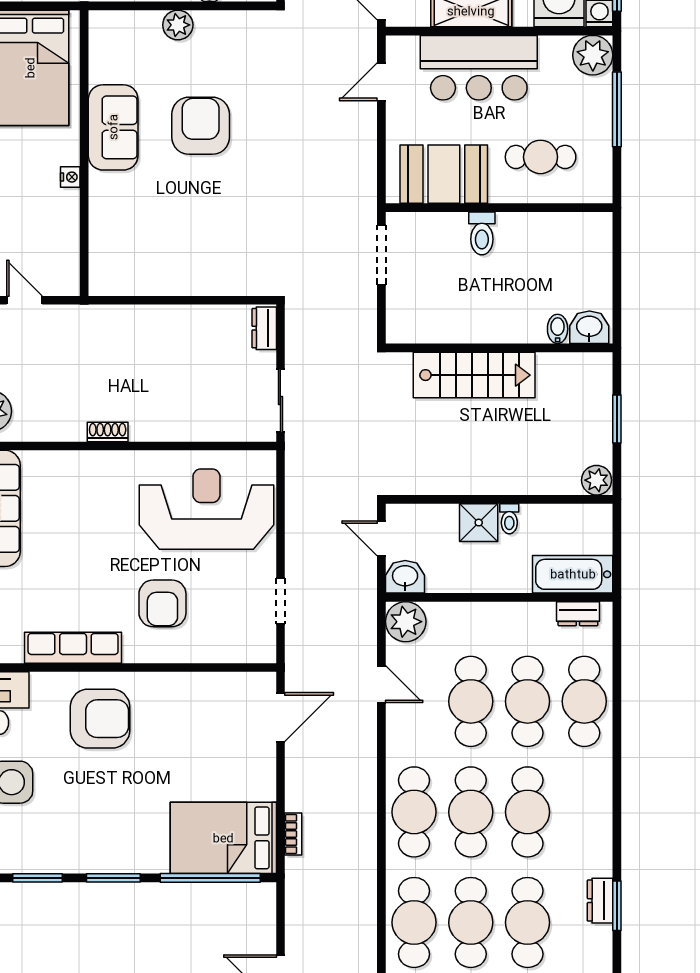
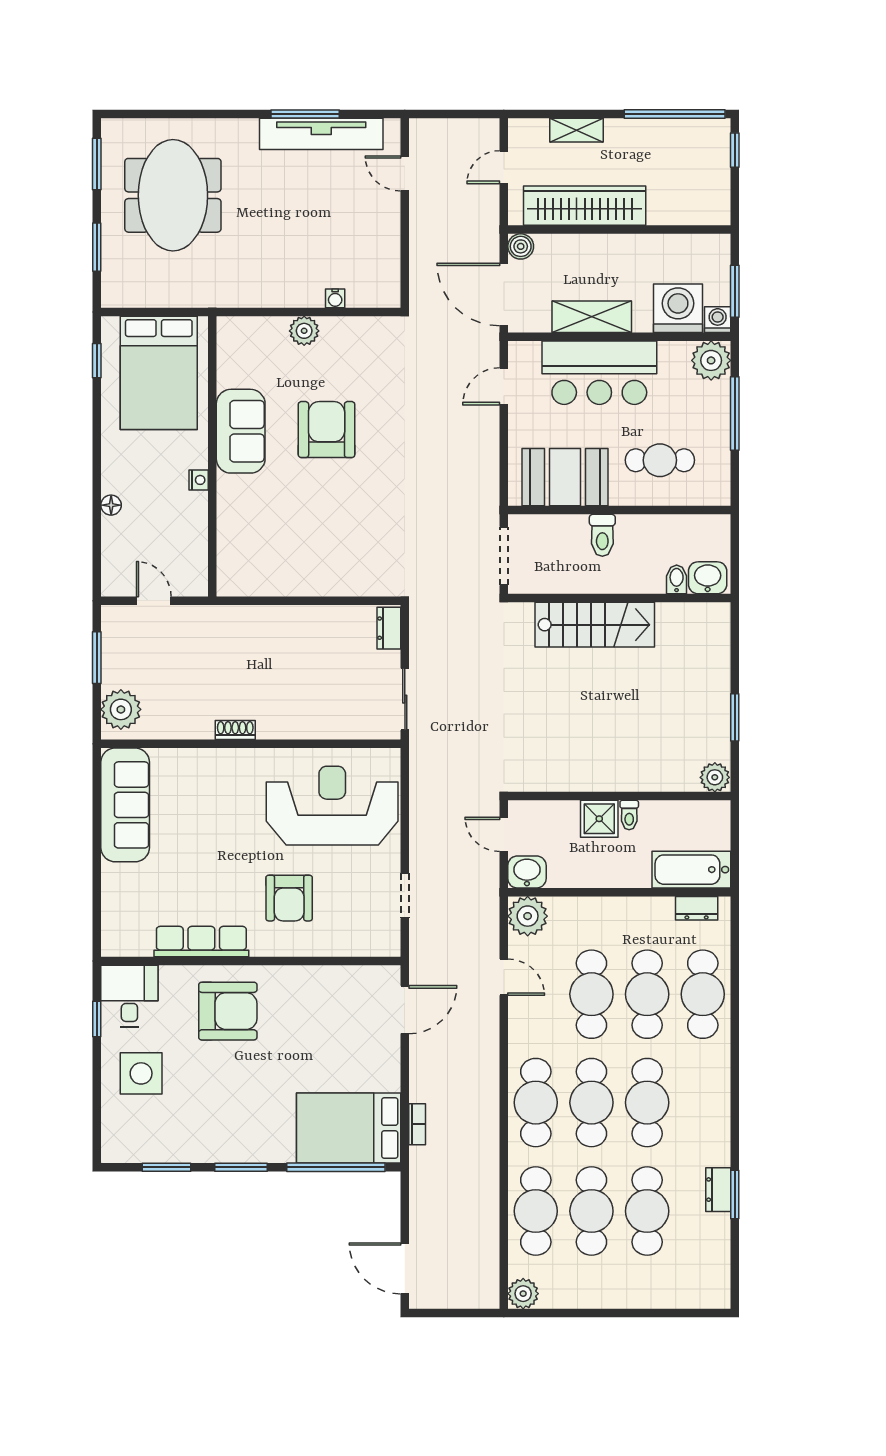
washbasin: (589, 327) -> (708, 578), moved
bidet: (558, 329) -> (677, 579), moved
wall: (499, 348) -> (619, 598), moved
stairs: (474, 375) -> (595, 625), moved

